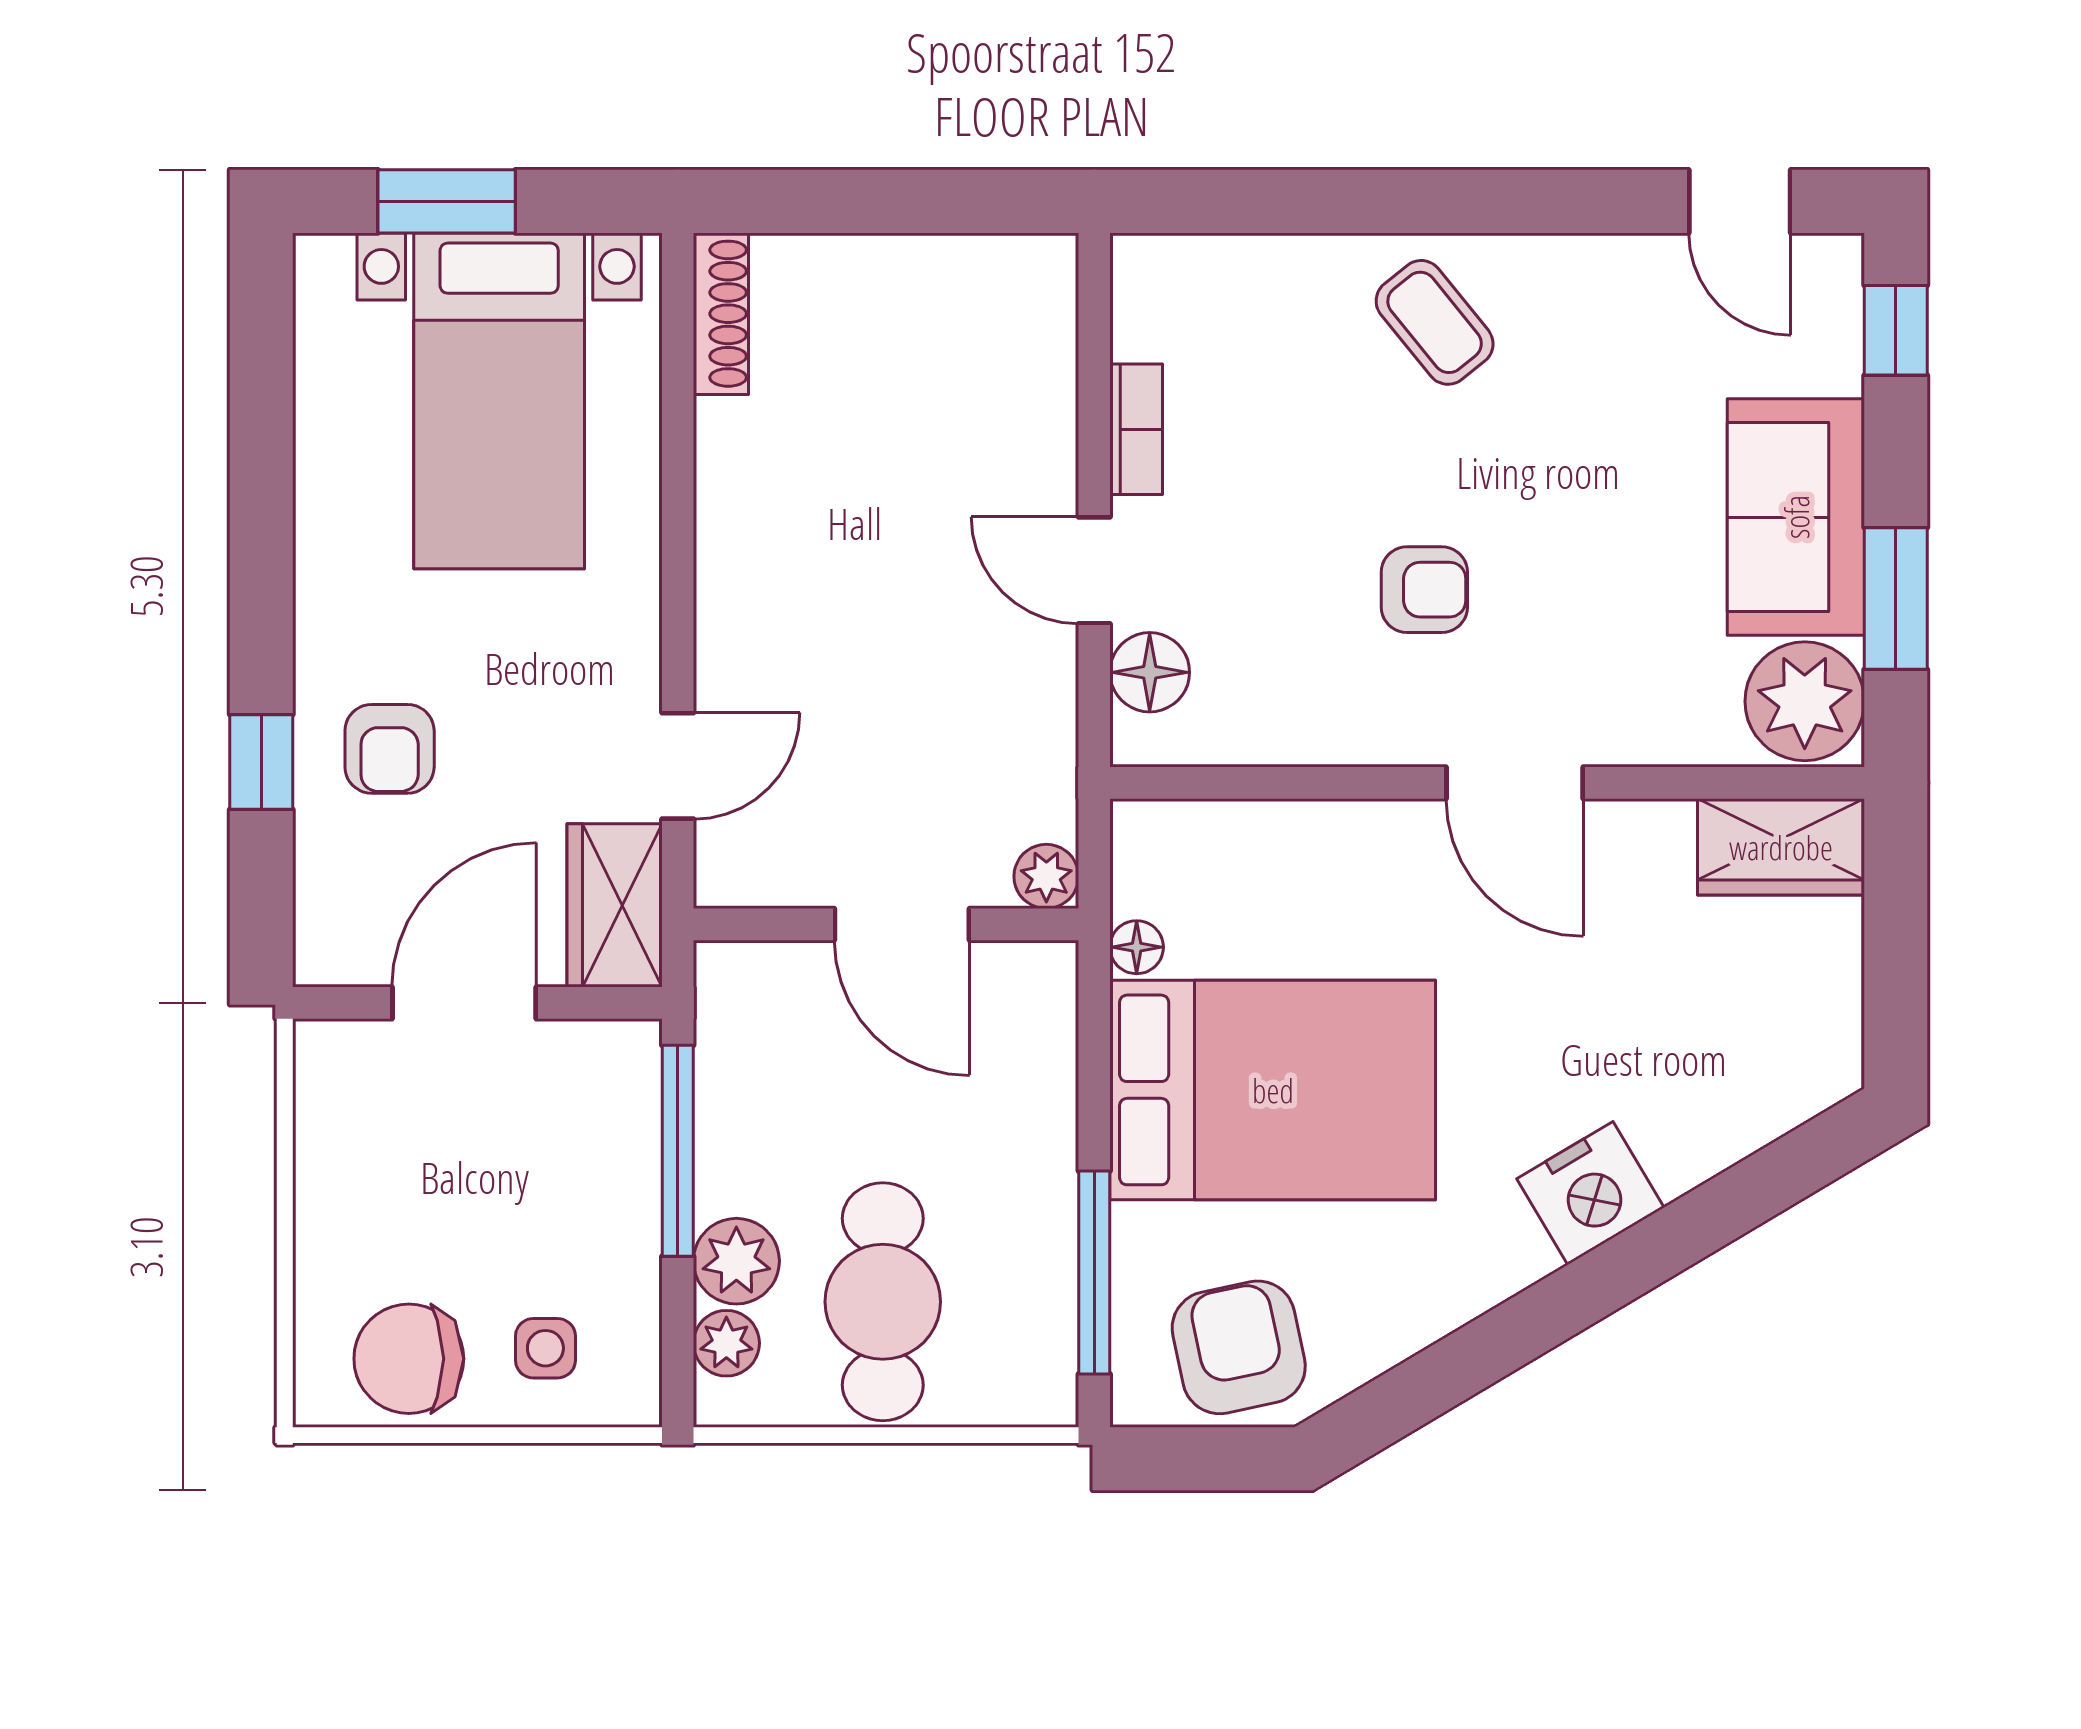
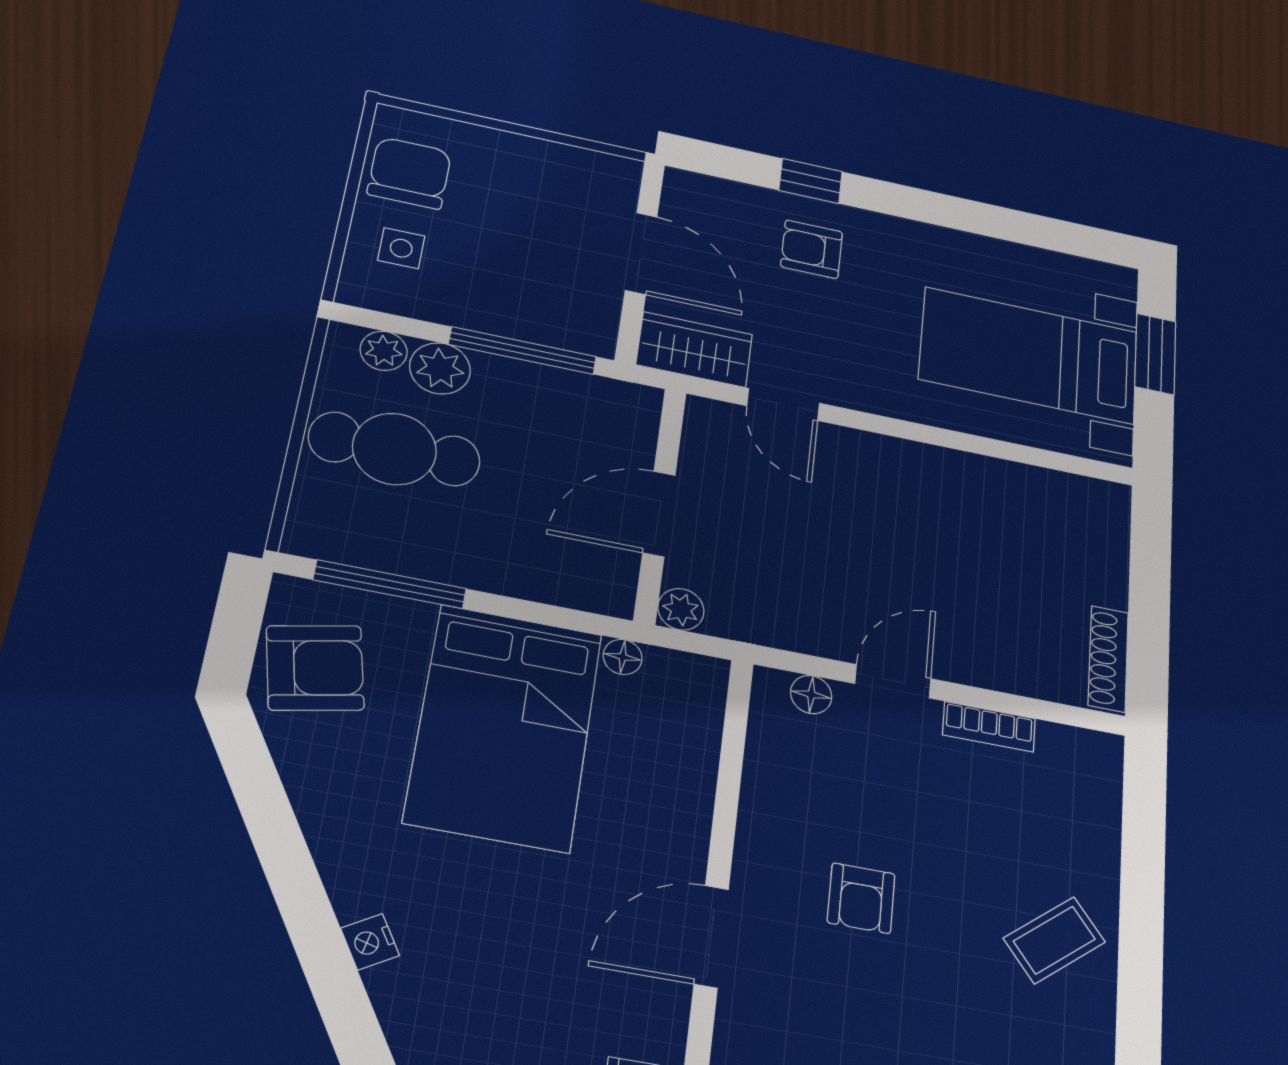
shoe rack: (721, 314) -> (1108, 659), moved, turned 90
floor lamp: (1150, 672) -> (811, 695), width x0.73, depth x0.73
nightstand: (1590, 1193) -> (370, 942), width x0.53, depth x0.56

